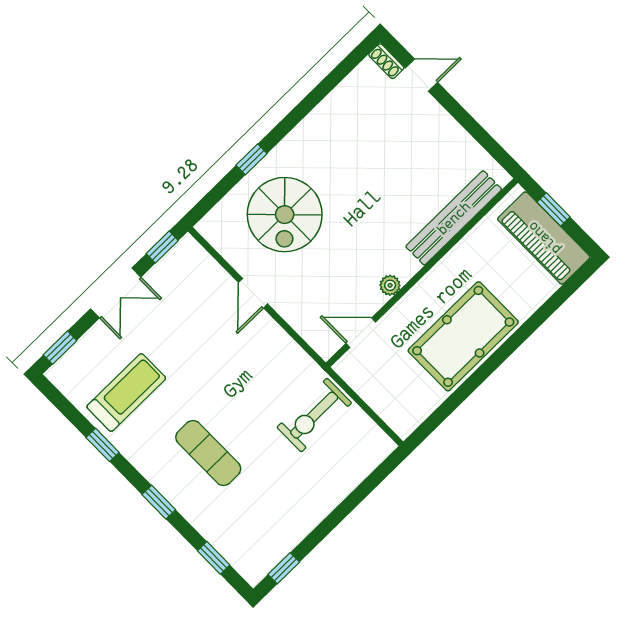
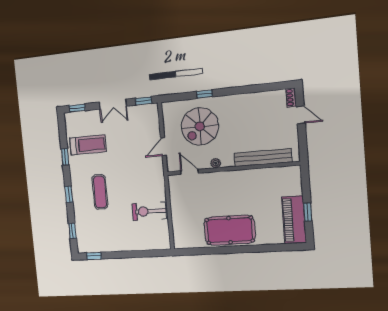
bench: (454, 218) -> (263, 158), moved
wall: (422, 273) -> (232, 169), moved
plant: (390, 285) -> (216, 163), moved
door: (361, 333) -> (190, 172), moved

